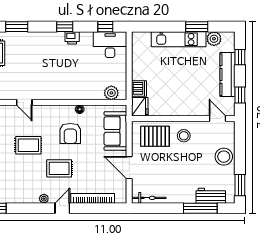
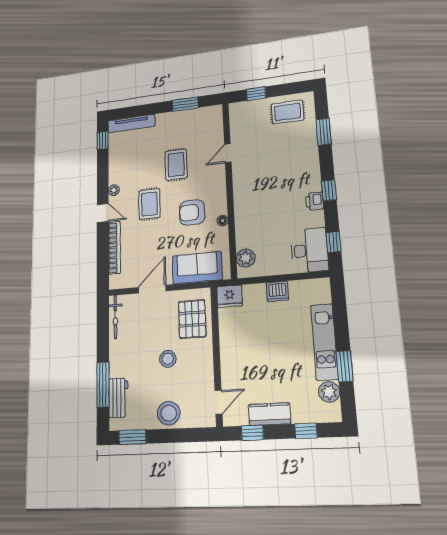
kitchen counter: (228, 75) -> (269, 414), width x0.67
dishwasher: (139, 88) -> (277, 291), moved
stool: (184, 136) -> (168, 359), moved

